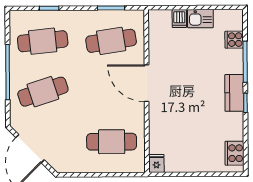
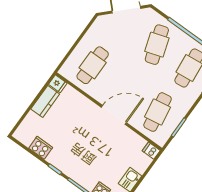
dishwasher: (179, 19) -> (151, 151), moved
kitchen counter: (234, 93) -> (45, 101), moved, turned 90
cooker: (234, 153) -> (41, 148), moved

